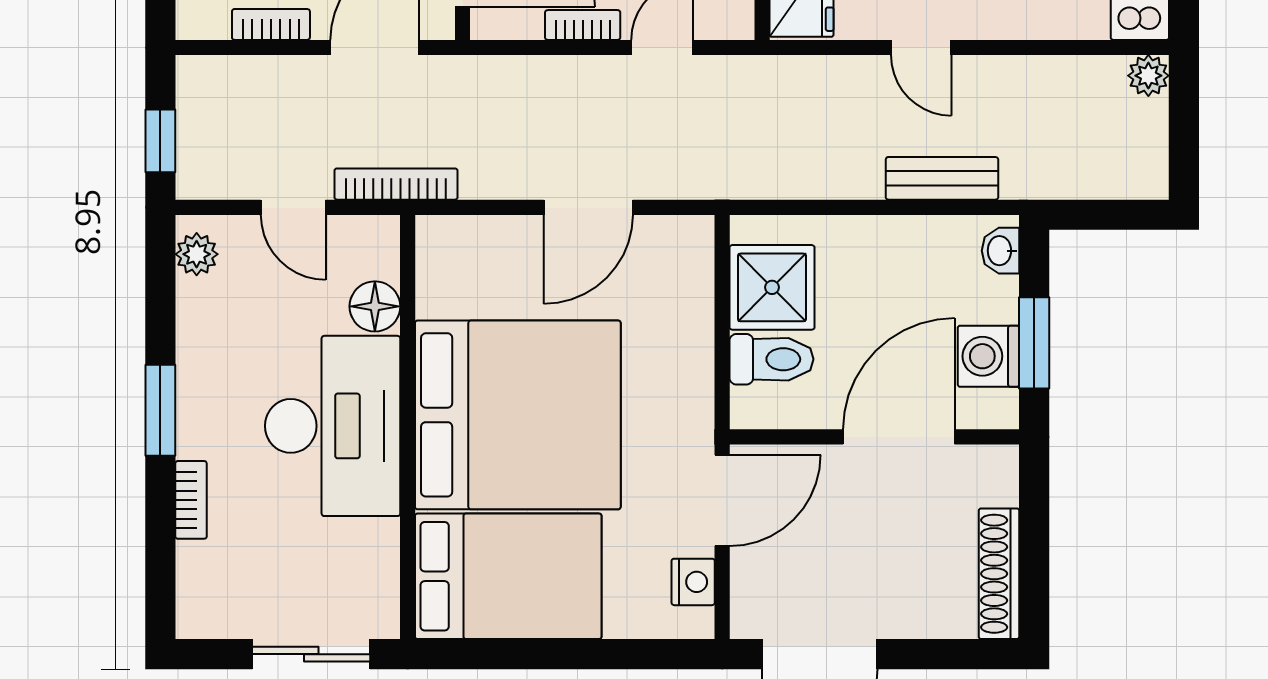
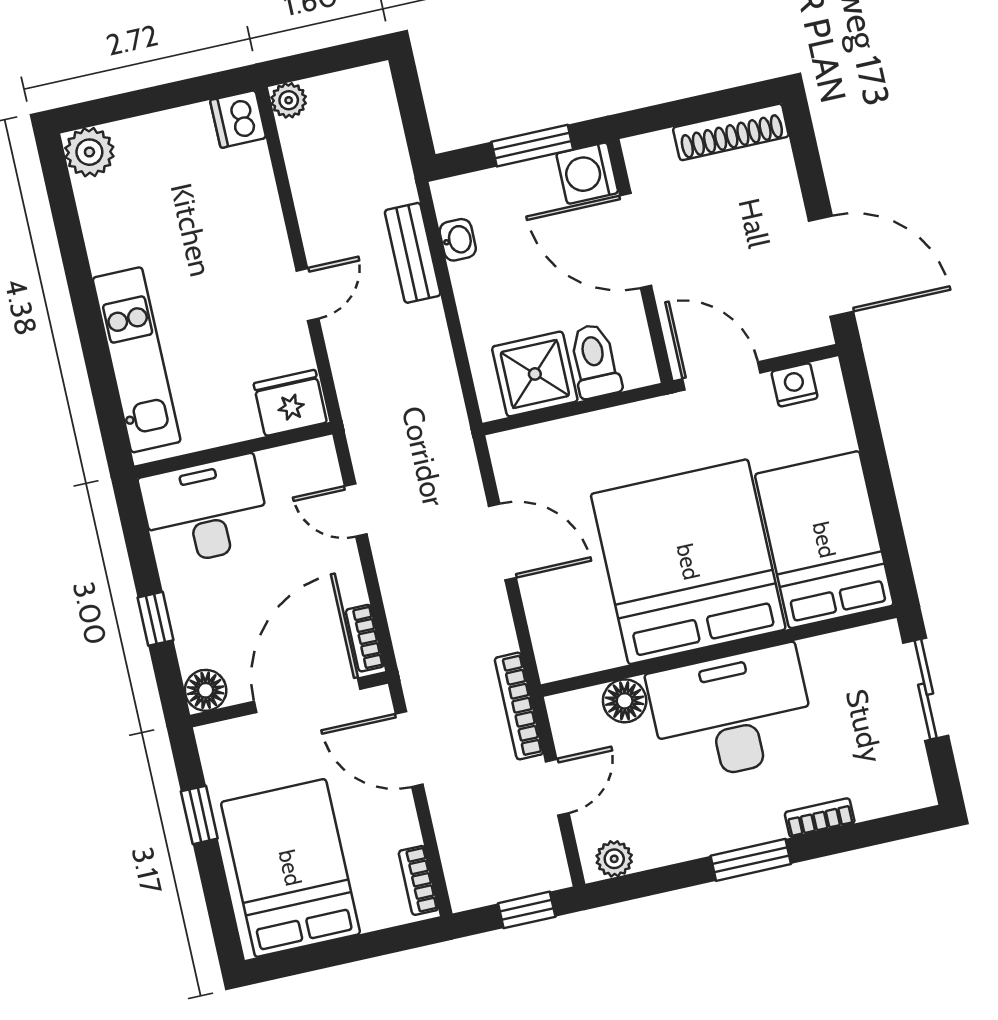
bookcase: (271, 24) -> (418, 880), moved
bookcase: (583, 25) -> (365, 638), moved
washbasin: (1001, 251) -> (458, 240), moved, turned -90
washing machine: (989, 356) -> (587, 173), moved, turned 90

